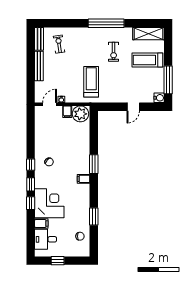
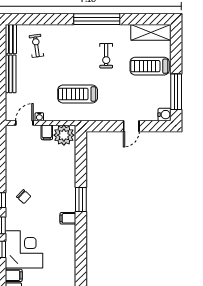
treadmill: (91, 82) -> (78, 94), turned -90
window: (94, 217) -> (81, 266), removed

